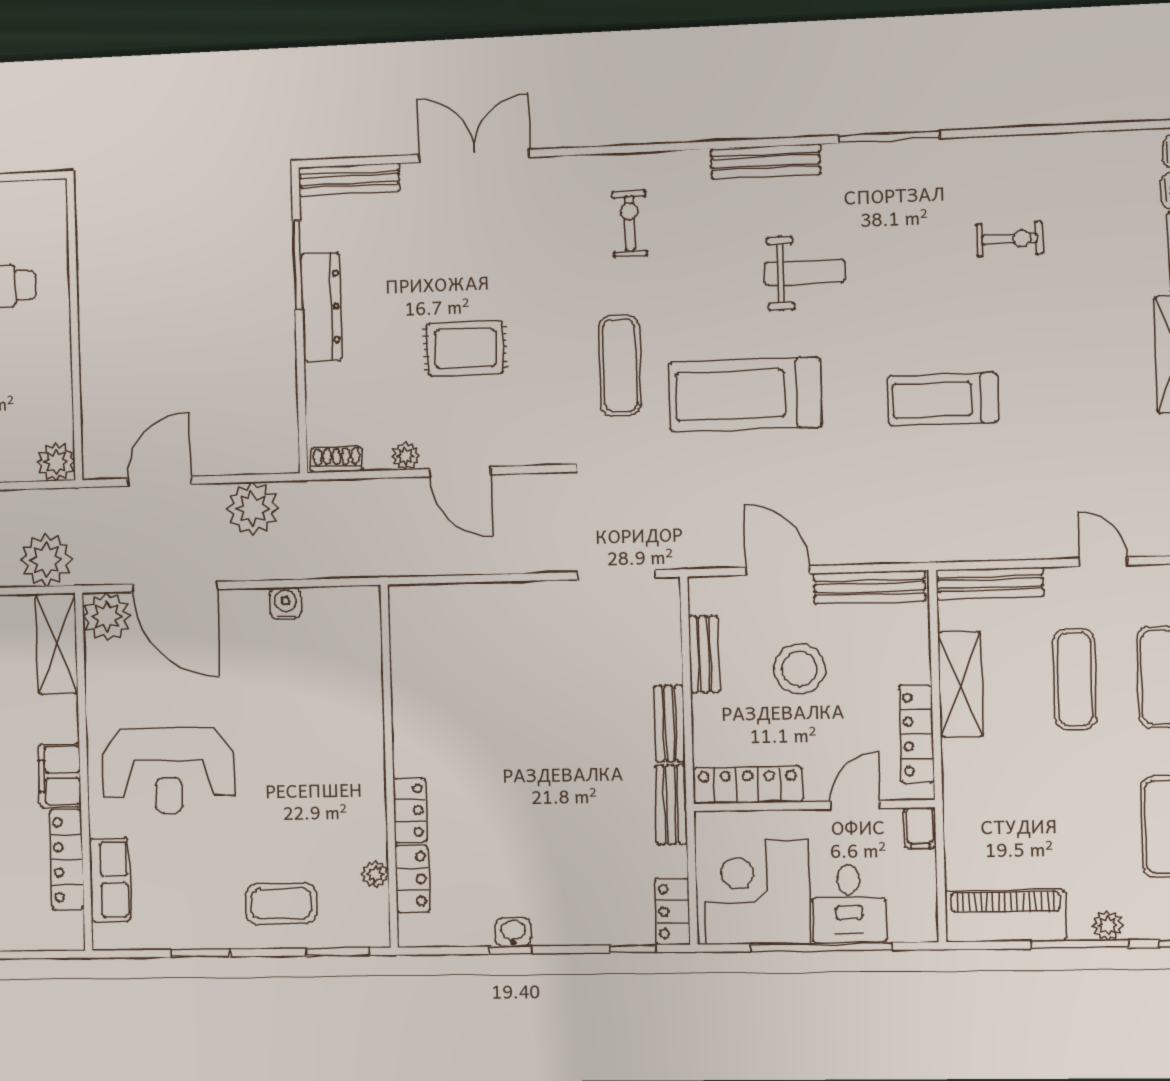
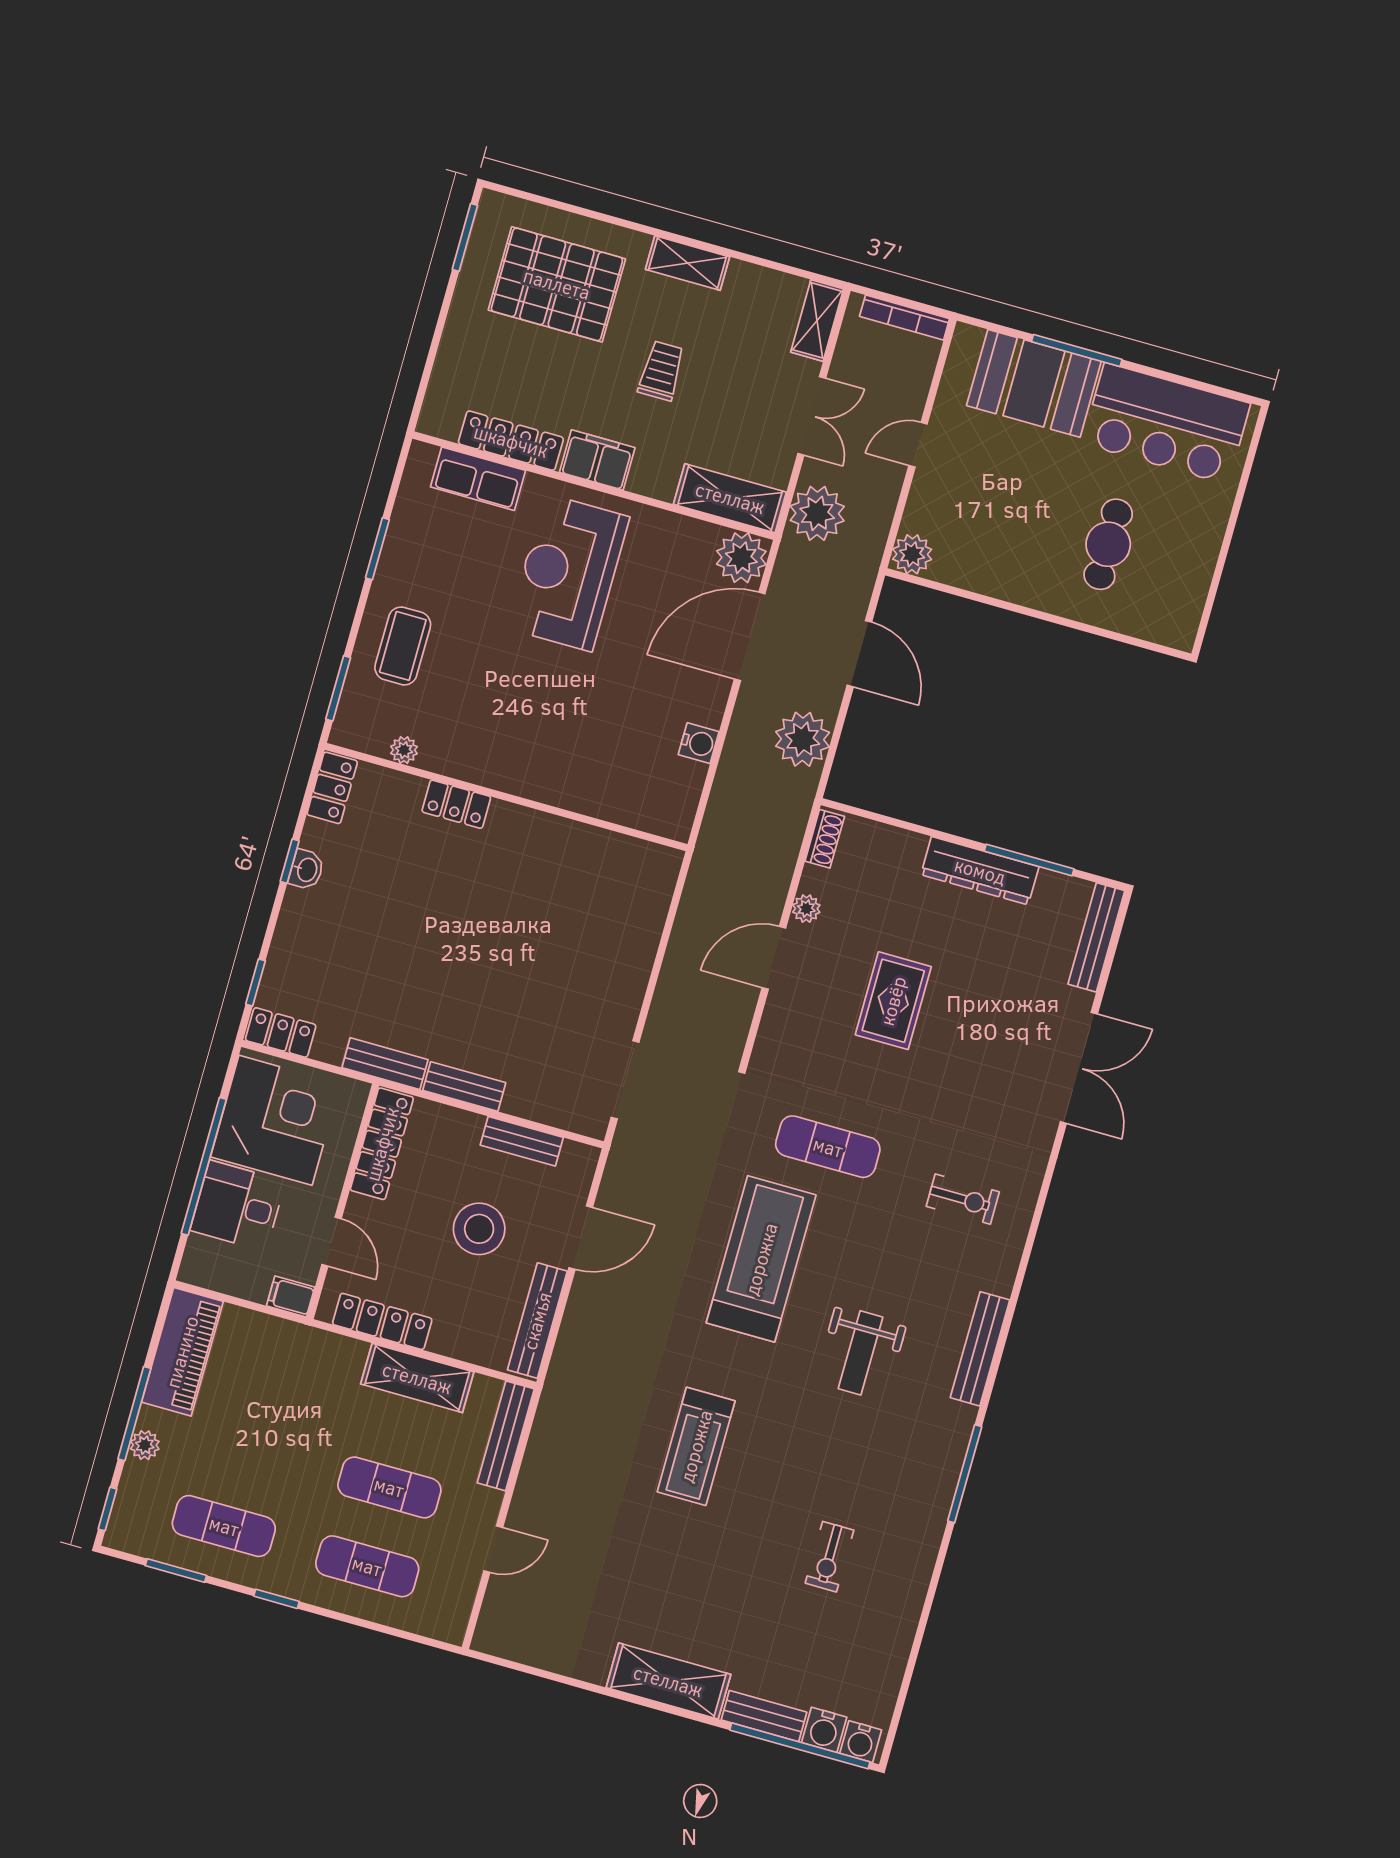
treadmill: (943, 399) -> (696, 1446), turned 180
locker: (413, 879) -> (332, 788), moved, turned -90

